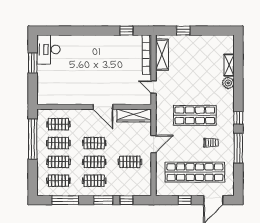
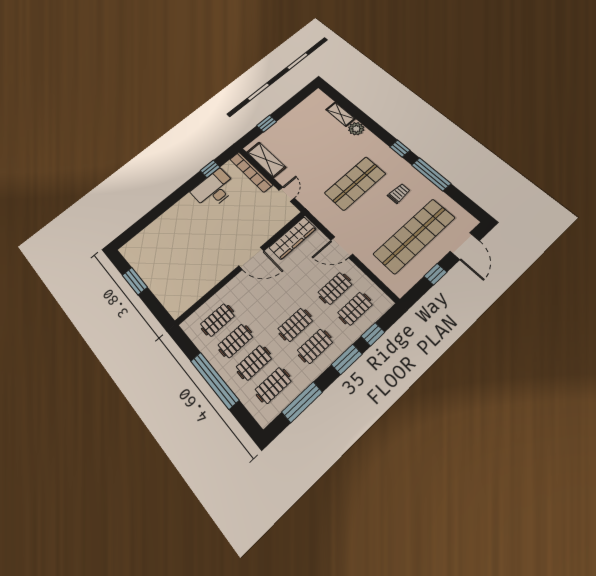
desk: (48, 49) -> (214, 189), moved, turned 90
door: (154, 87) -> (287, 194), swing flipped
window: (33, 139) -> (214, 380), moved
clothes rail: (94, 143) -> (355, 309), moved
door: (154, 144) -> (342, 247), swing flipped

